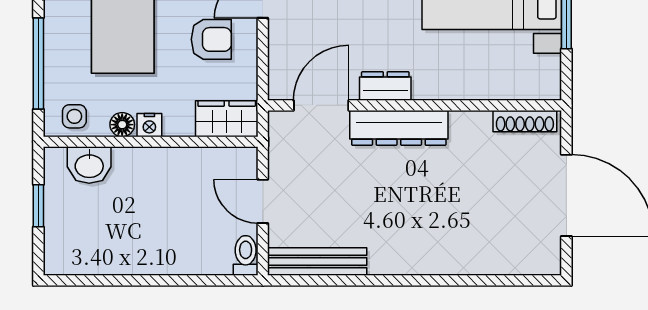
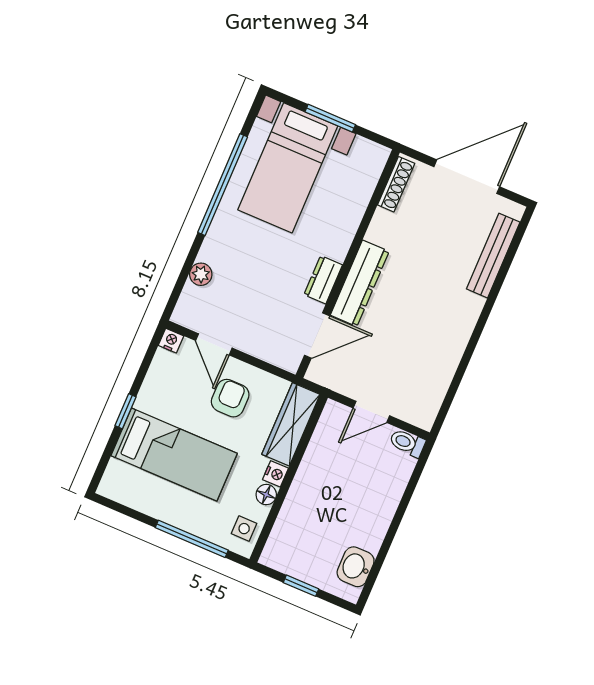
door: (321, 105) -> (317, 336), swing flipped
wardrobe: (227, 119) -> (291, 424), width x1.50
washbasin: (89, 165) -> (356, 567), moved, turned 180
bench: (317, 262) -> (493, 256), moved

